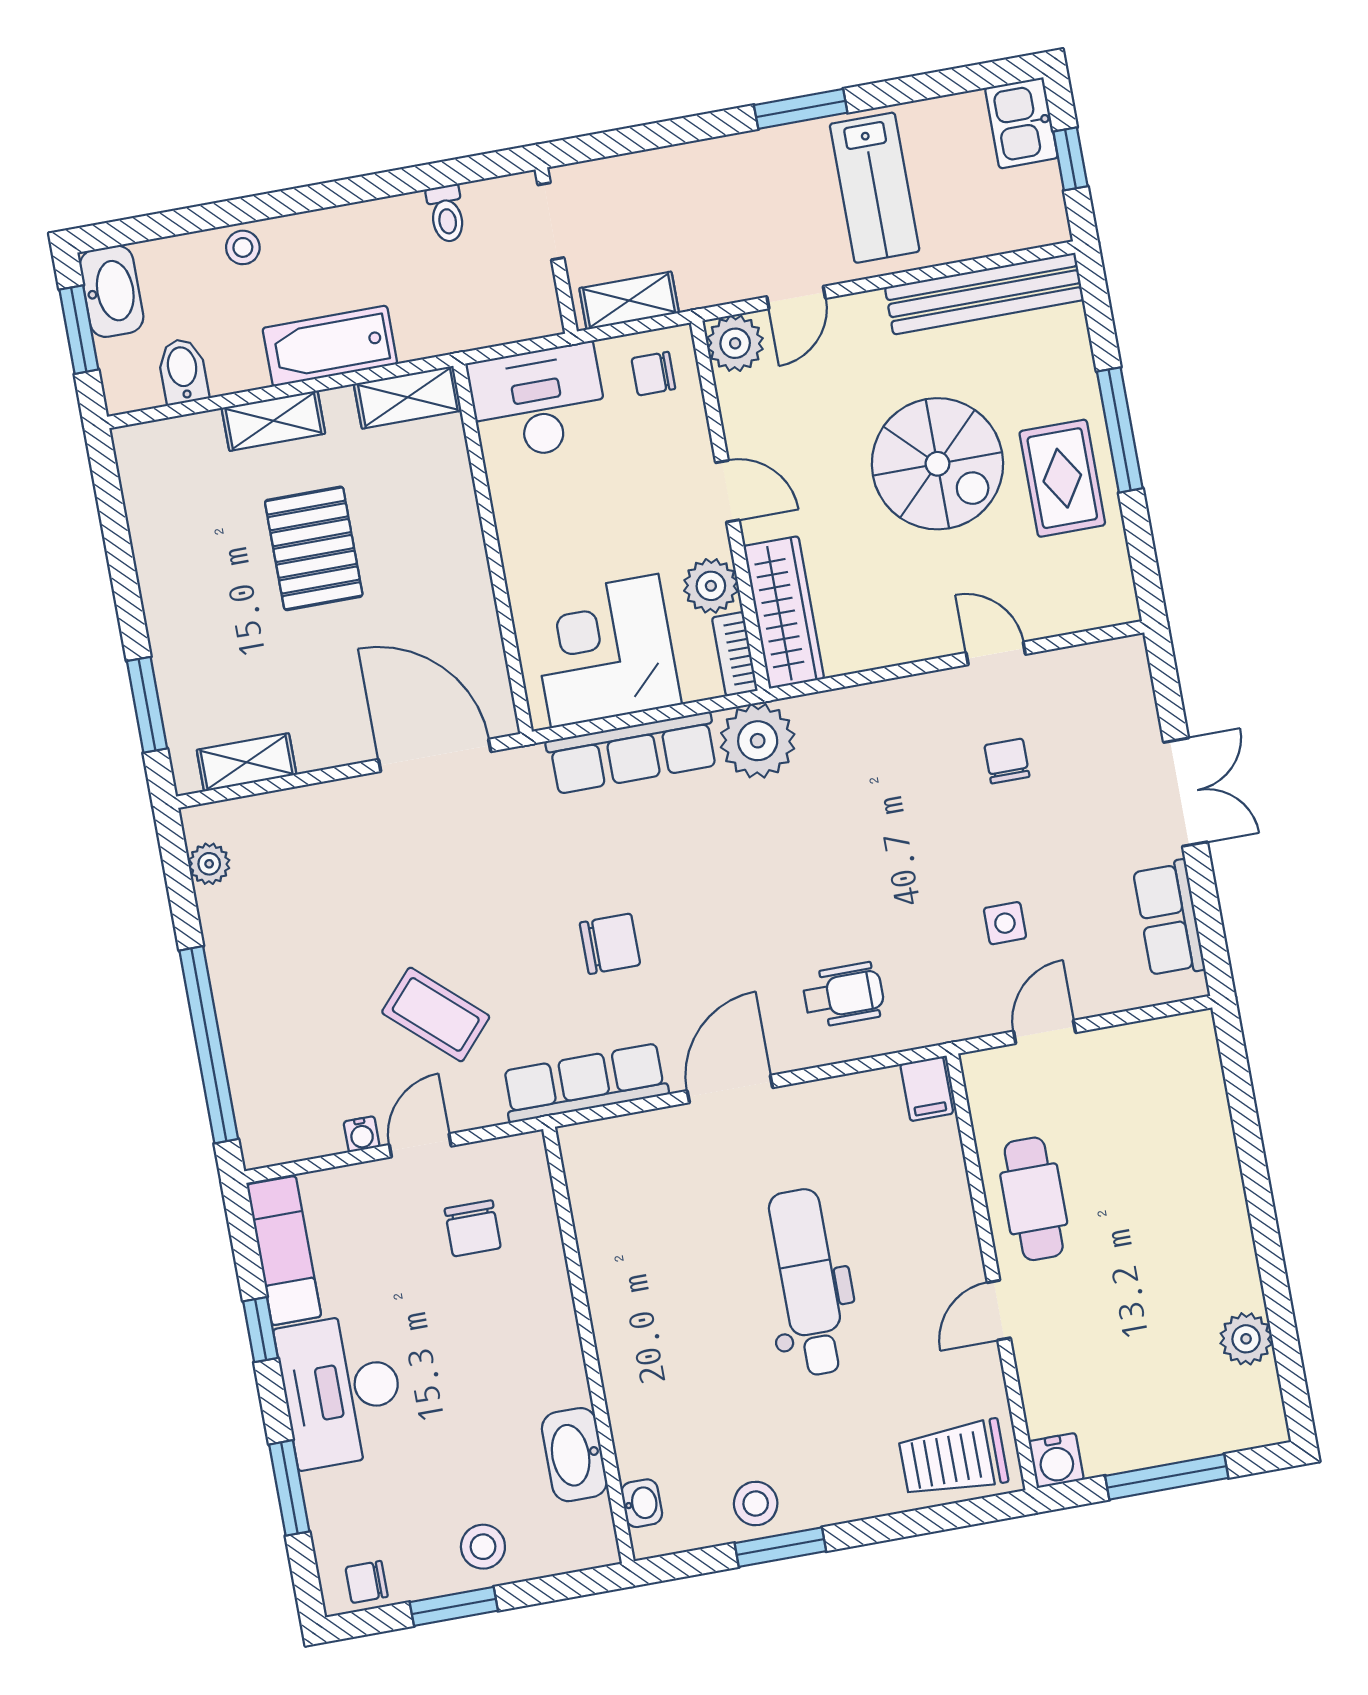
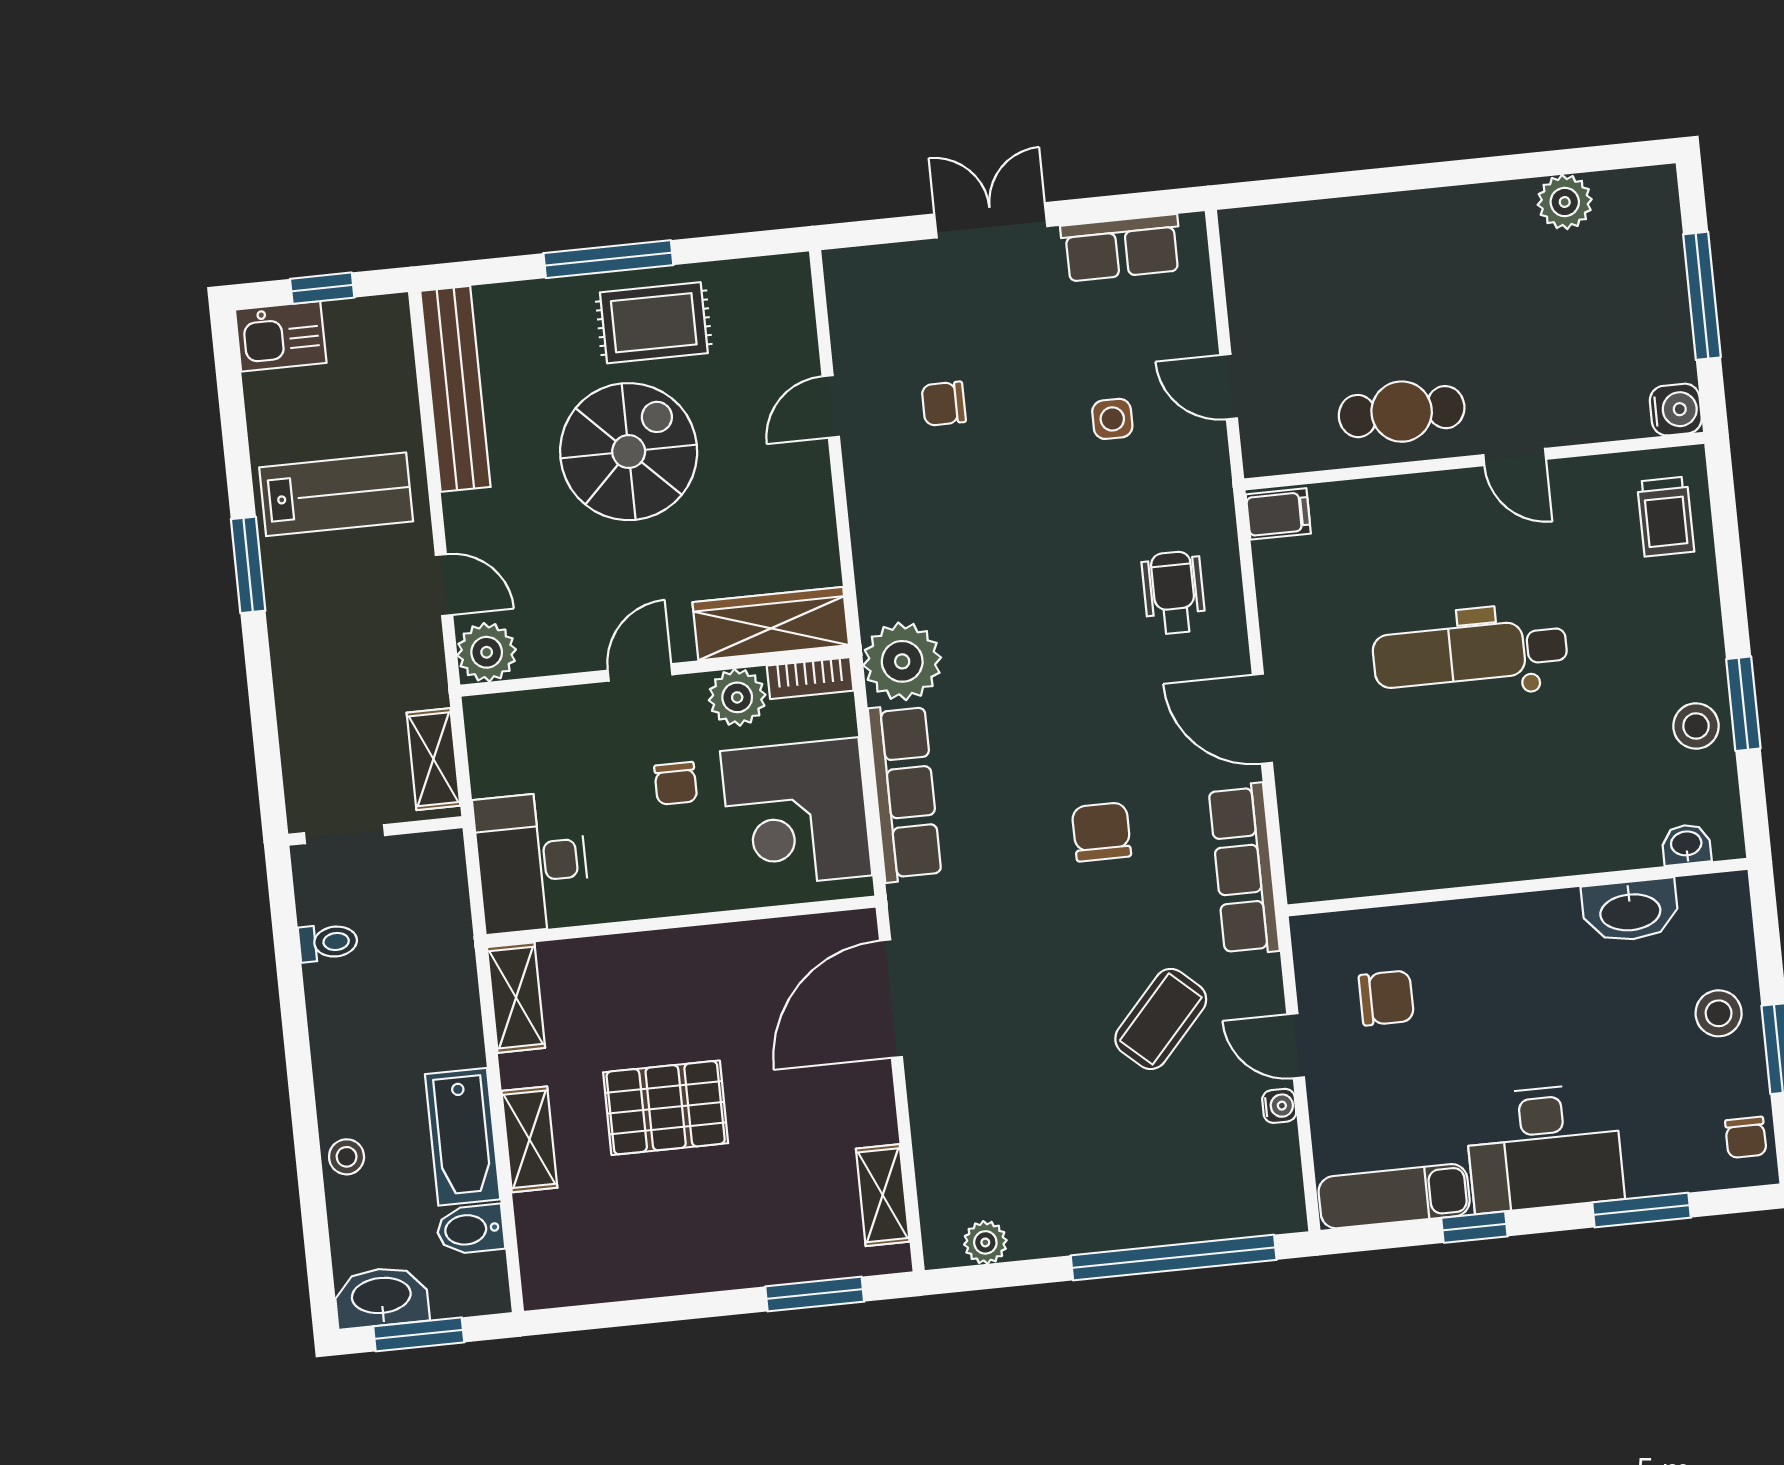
bathtub: (330, 346) -> (463, 1137), moved
chair: (653, 374) -> (676, 783), moved
trolley: (953, 1459) -> (1666, 517), width x0.73, depth x0.72

